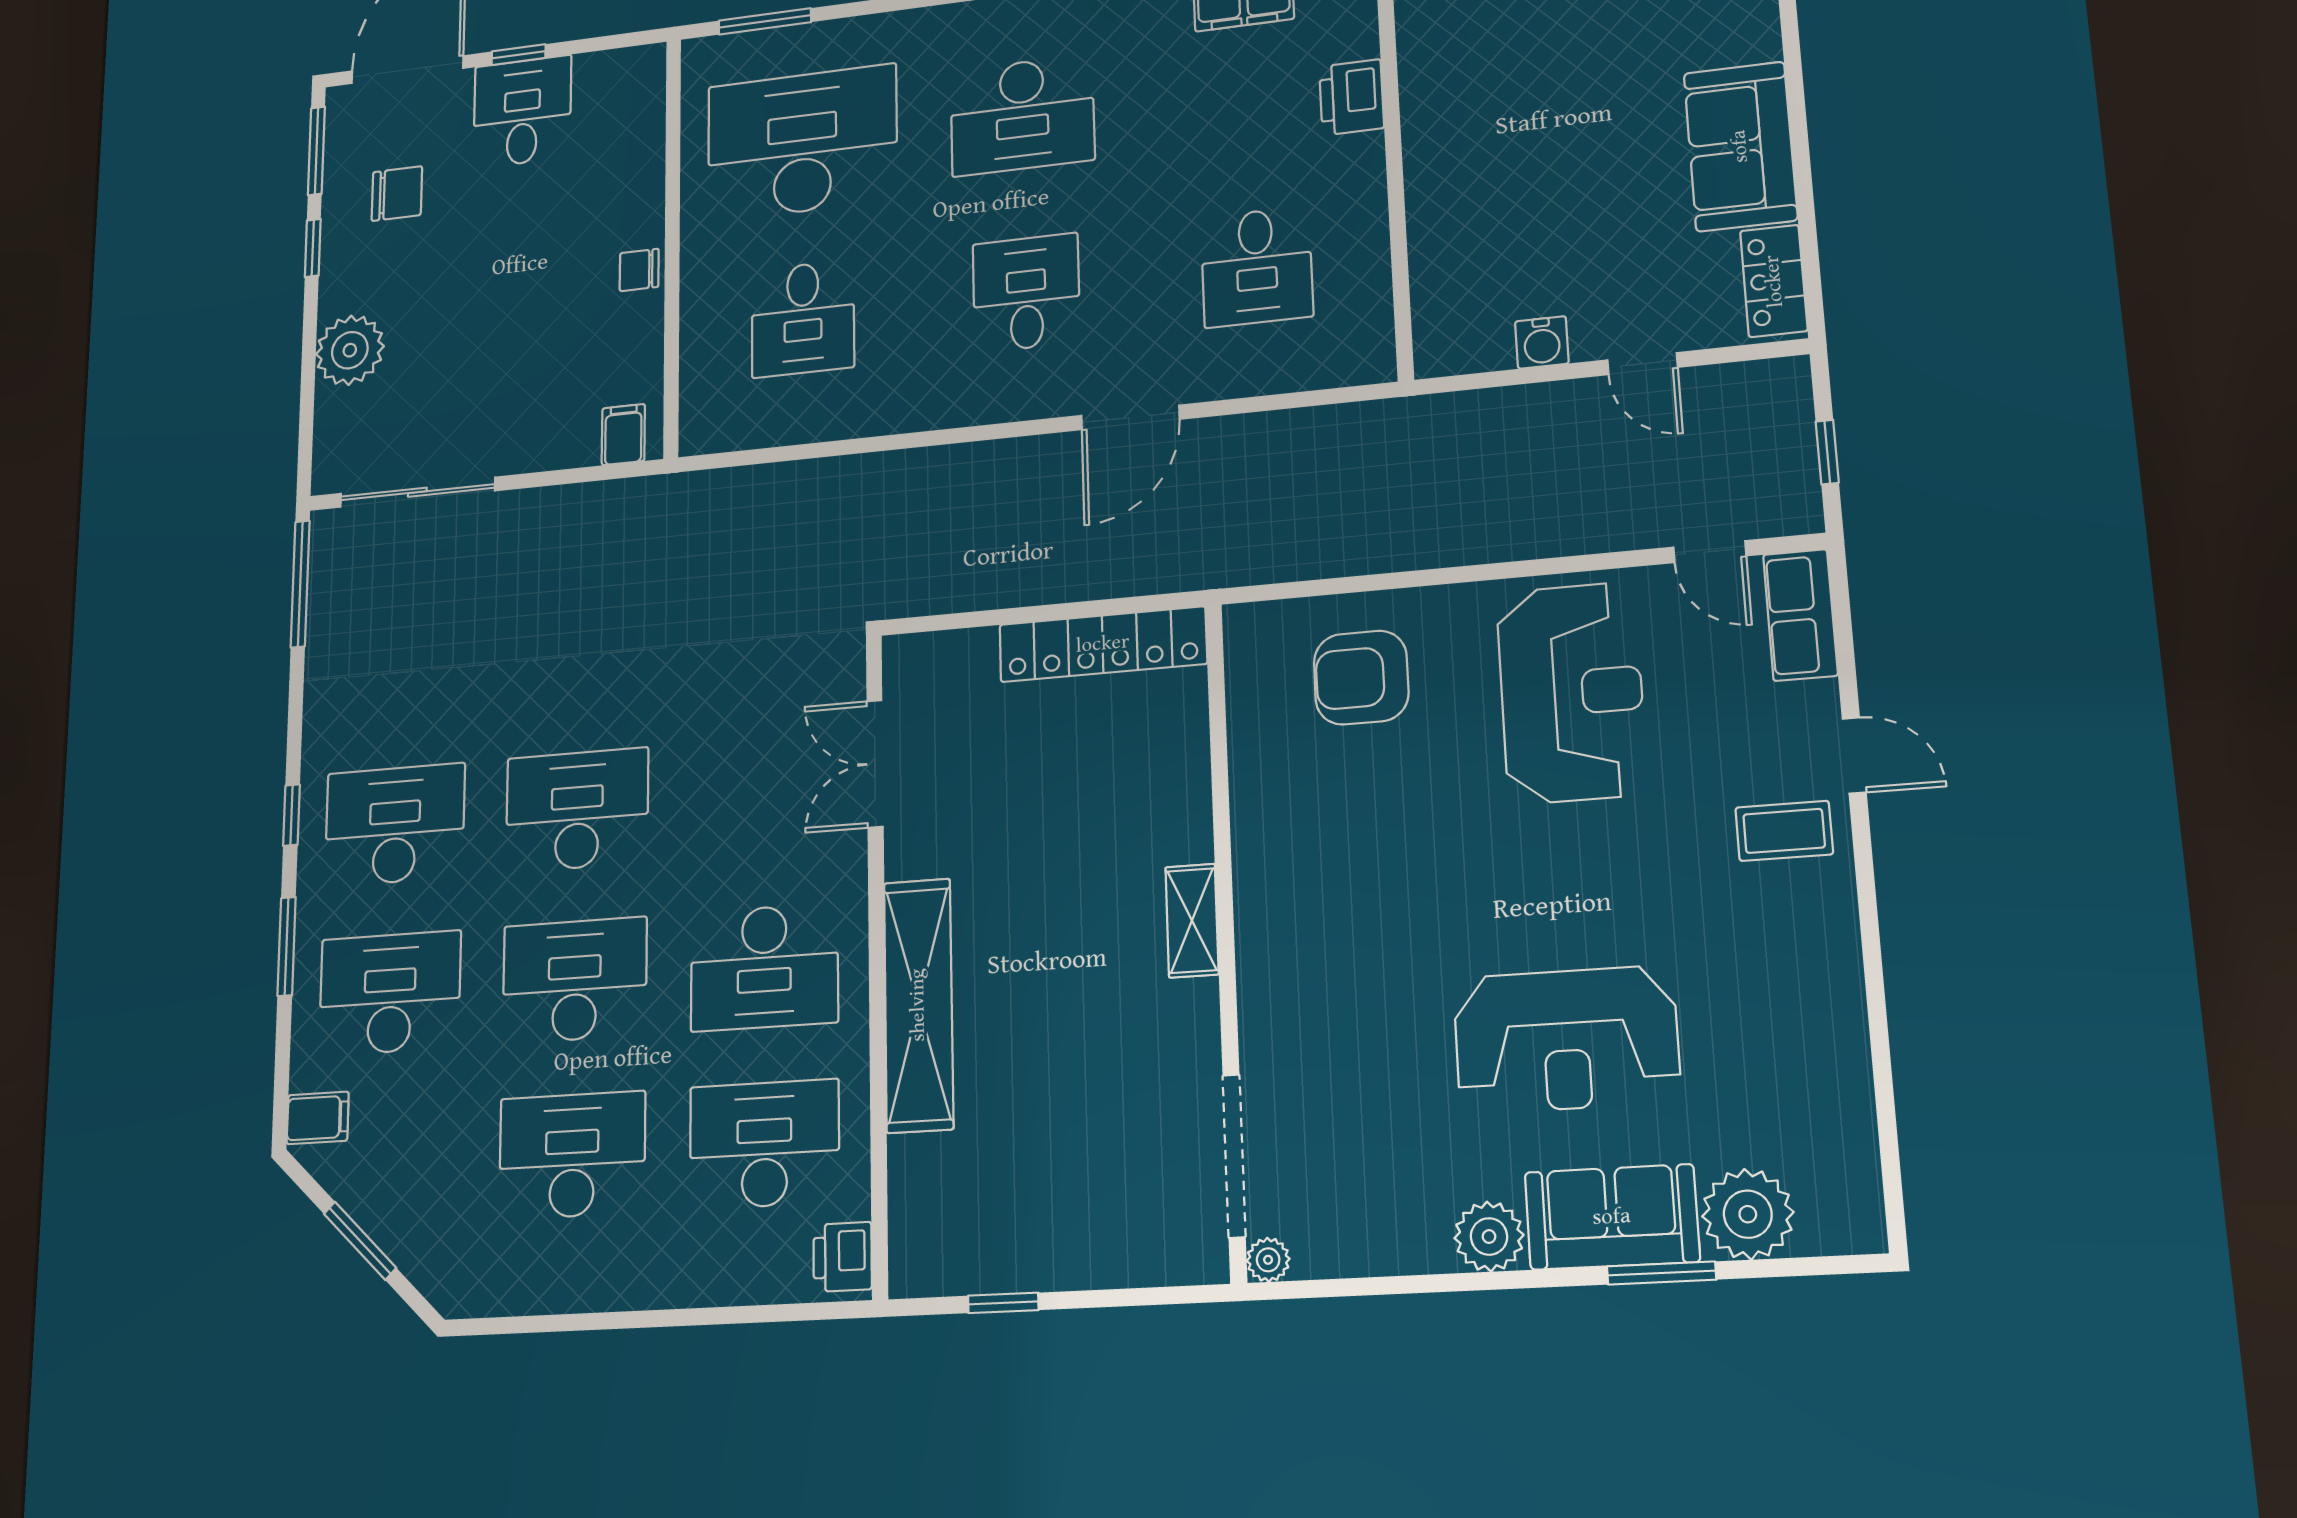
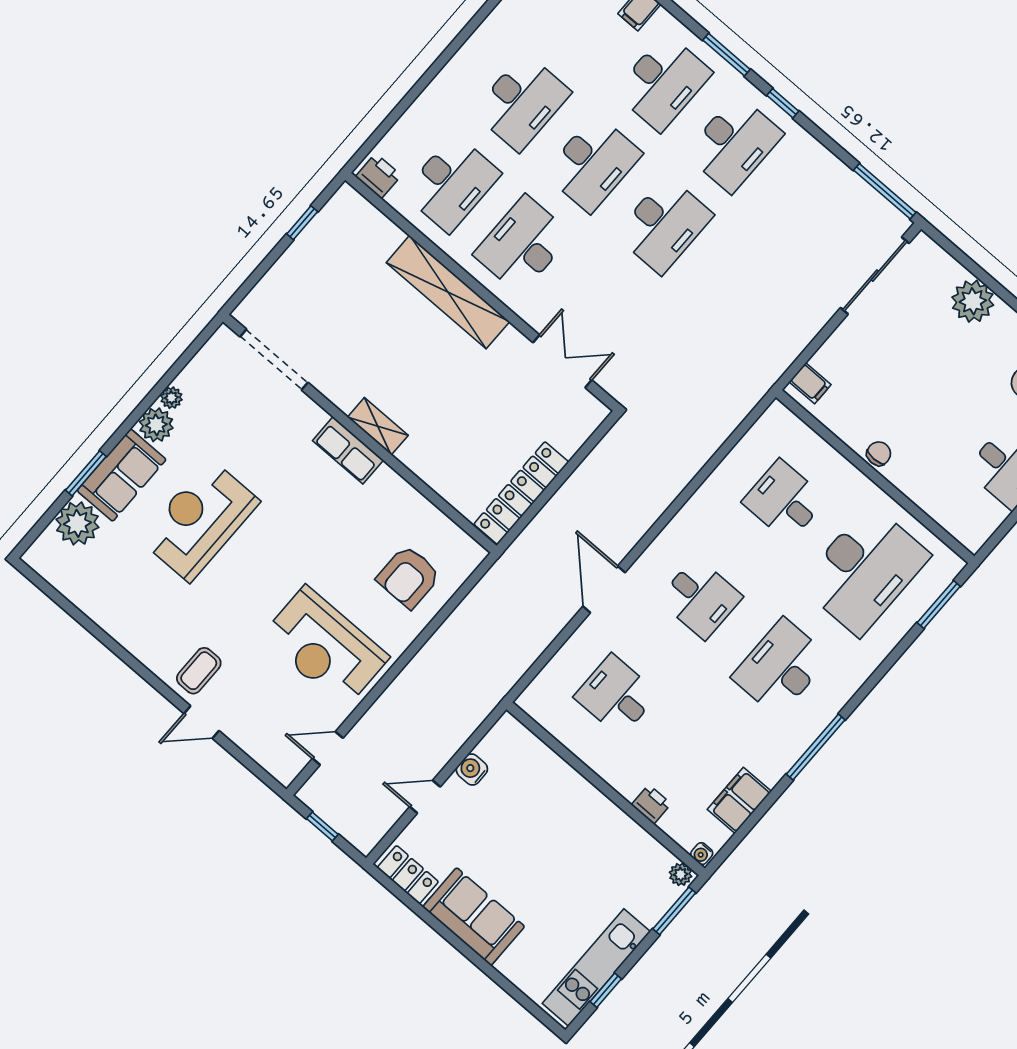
printer: (1351, 97) -> (651, 804), width x0.73, depth x0.81
row of seats: (1800, 615) -> (348, 450), moved, turned 180
armchair: (1361, 678) -> (409, 577), turned 180
plant: (1268, 1260) -> (171, 398), moved

